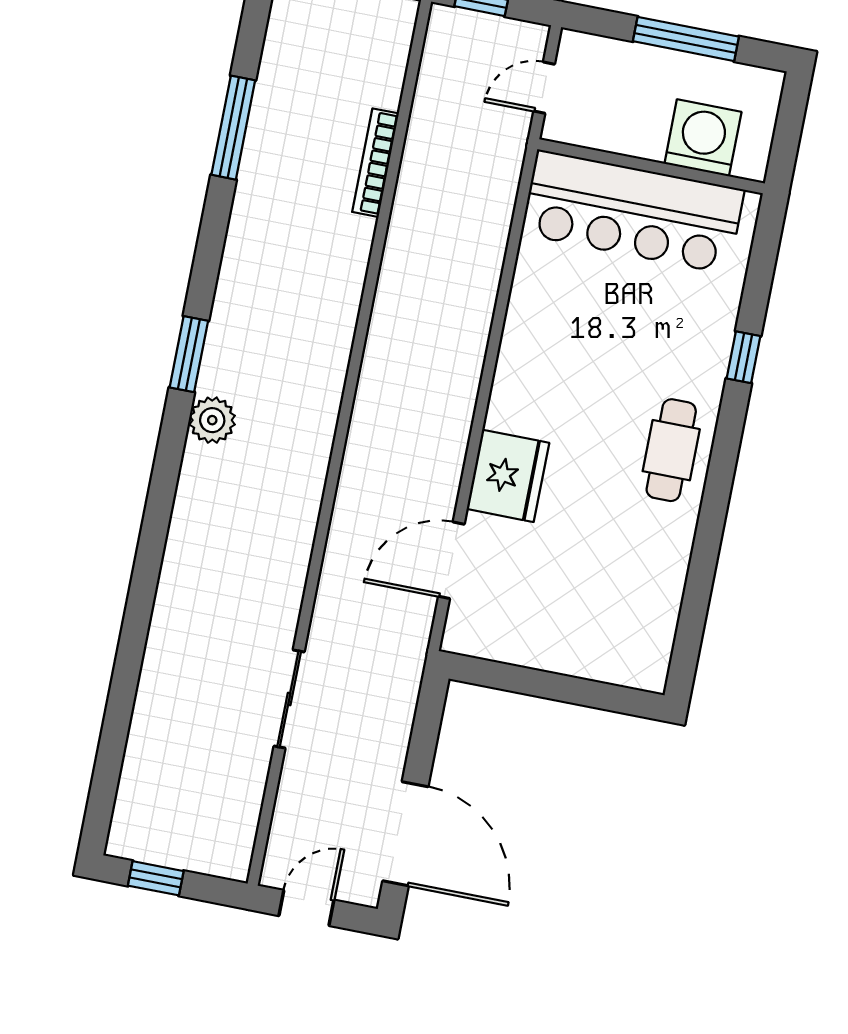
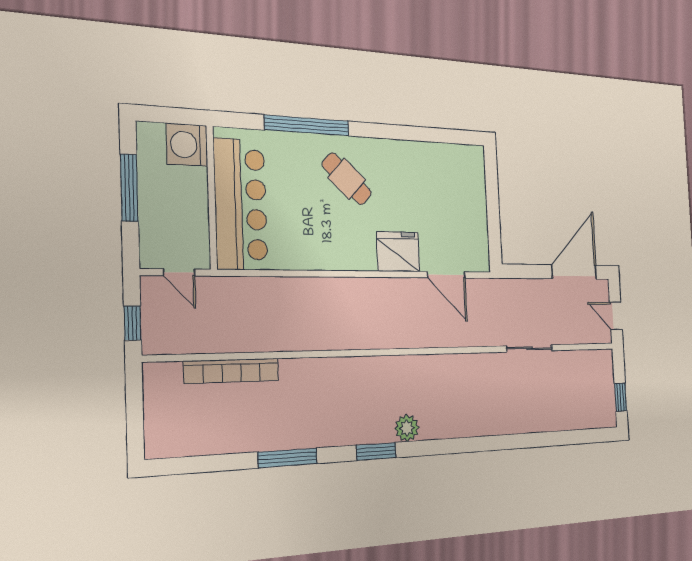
window: (233, 128) -> (288, 458), moved
washing machine: (703, 138) -> (187, 145), moved
bookcase: (376, 163) -> (232, 371), width x1.48, depth x1.31
window: (744, 357) -> (307, 125), width x3.17
cafe table: (671, 450) -> (347, 179), moved, turned 43

